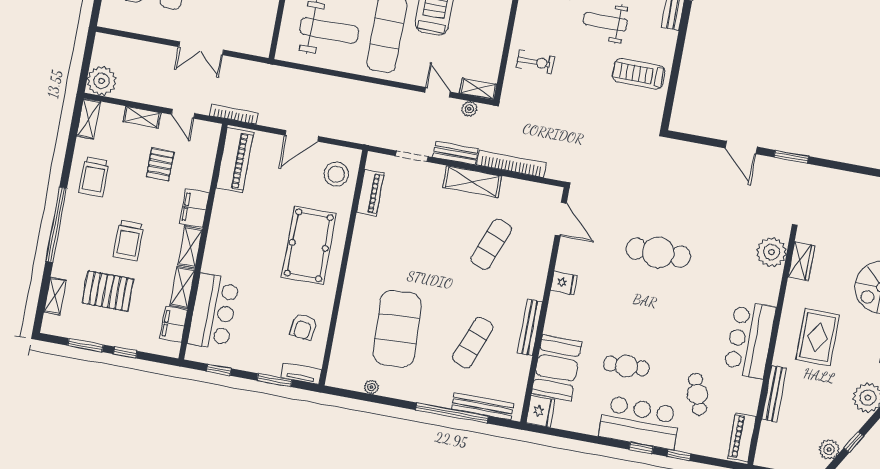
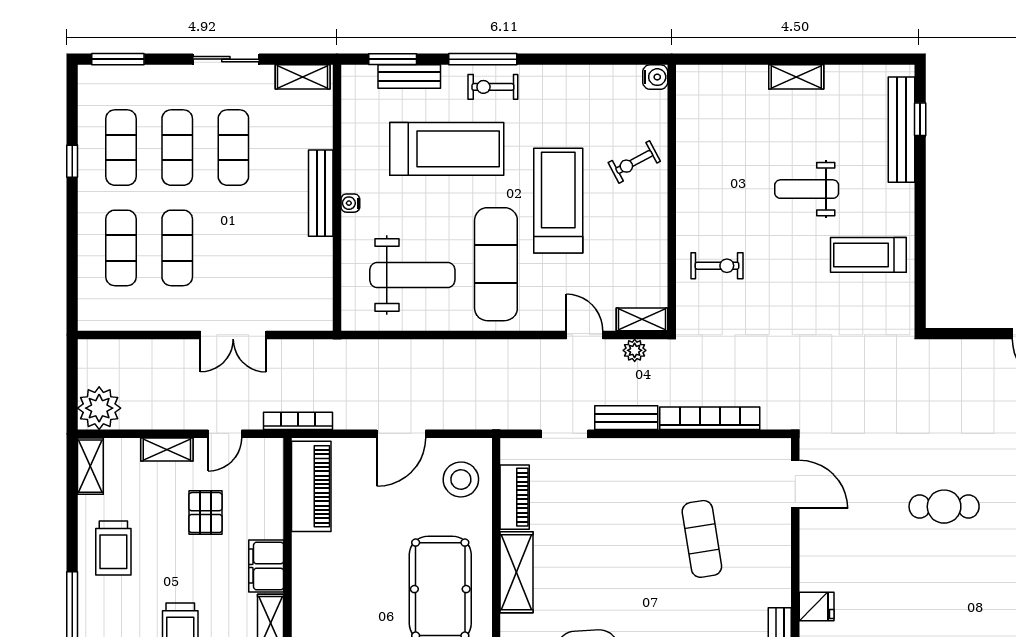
door: (183, 114) -> (225, 434), hinge flipped
shelving: (472, 182) -> (517, 572), moved, turned 90
exercise mat: (491, 244) -> (702, 539), turned -30
cafe table: (658, 253) -> (944, 507), width x0.73, depth x0.74
fridge: (564, 283) -> (817, 606), moved

